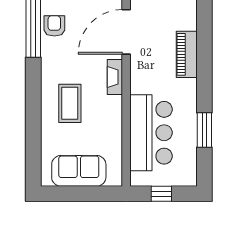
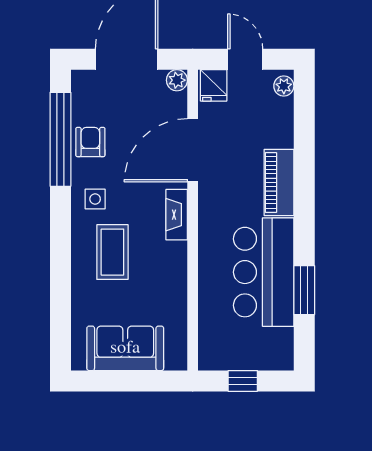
side table: (58, 66) -> (95, 199), added
bar counter: (151, 133) -> (264, 272), moved, turned 180

